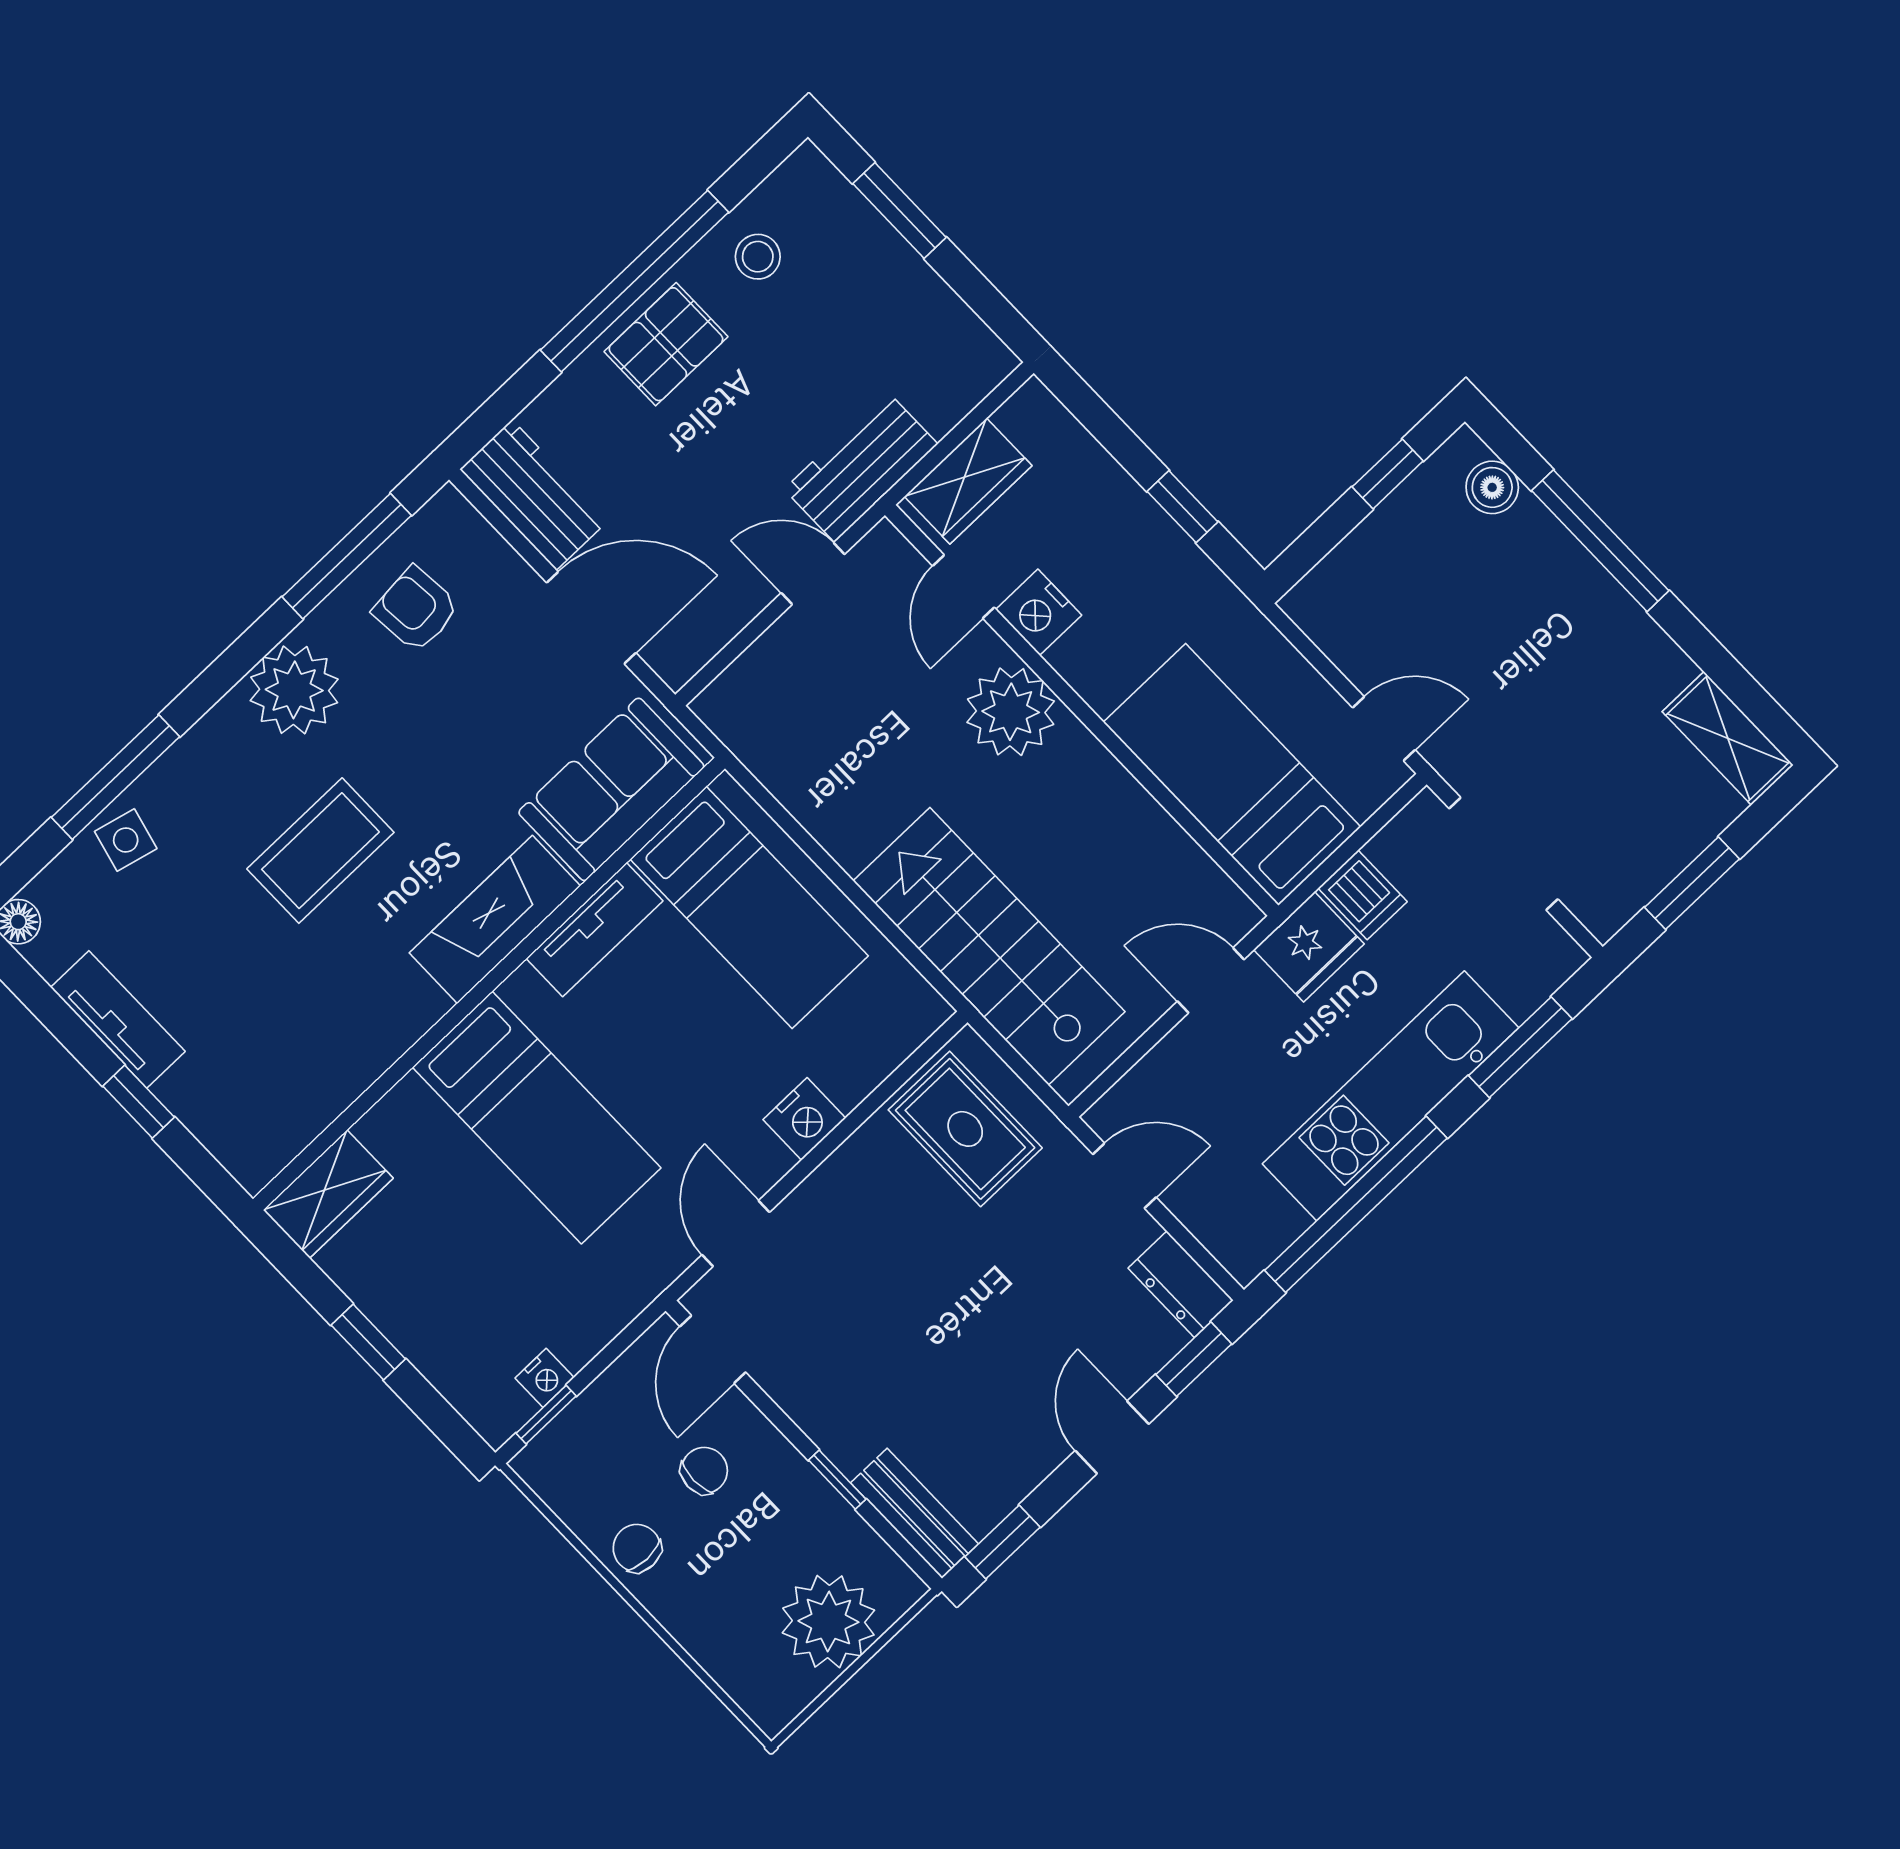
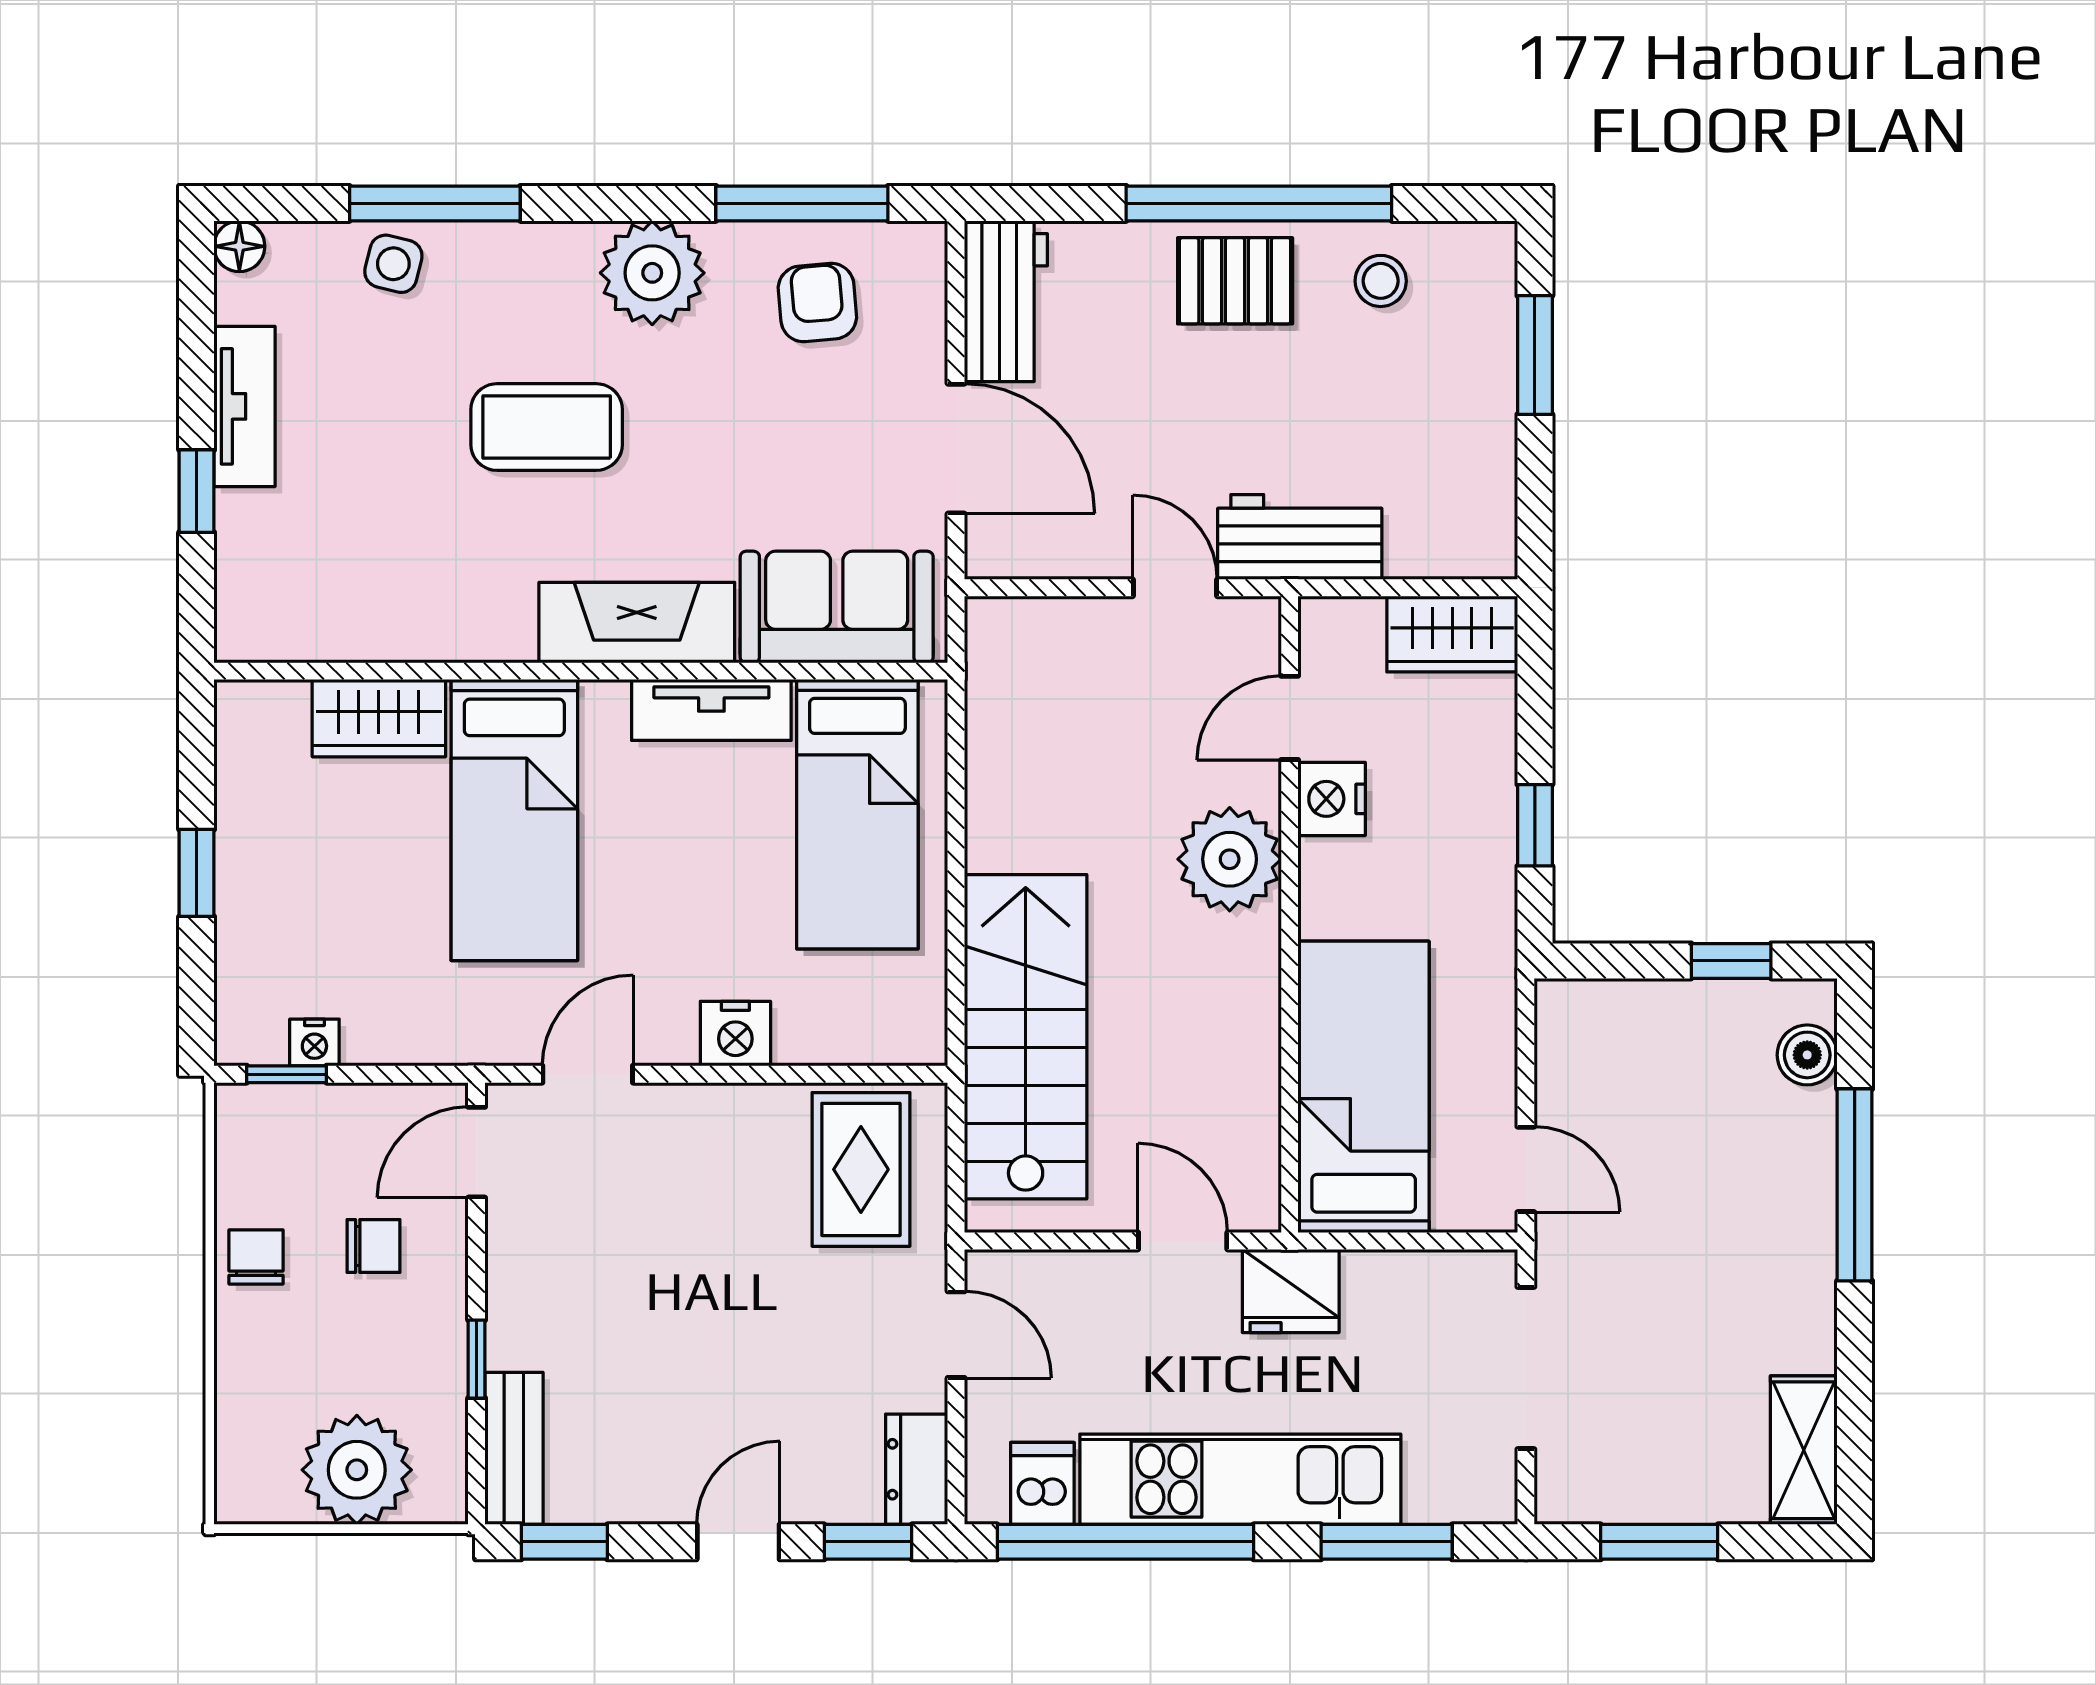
wardrobe: (968, 481) -> (1452, 634), moved
dishwasher: (1363, 895) -> (1042, 1483), moved, turned 180
wardrobe: (328, 1194) -> (379, 718), moved

